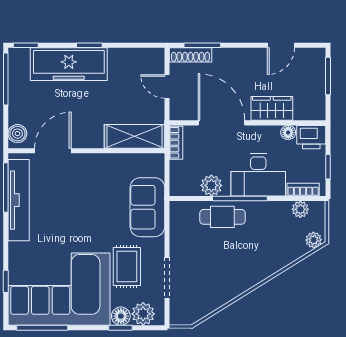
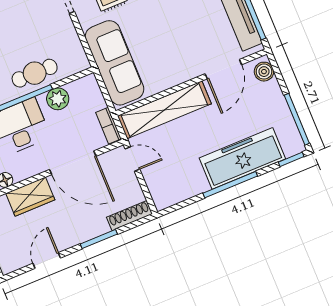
window: (89, 45) -> (230, 185), width x2.17
window: (202, 45) -> (99, 239), moved
door: (167, 86) -> (132, 159), moved
shelving: (134, 136) -> (164, 110), width x1.47
sofa: (147, 207) -> (115, 63), width x1.36

